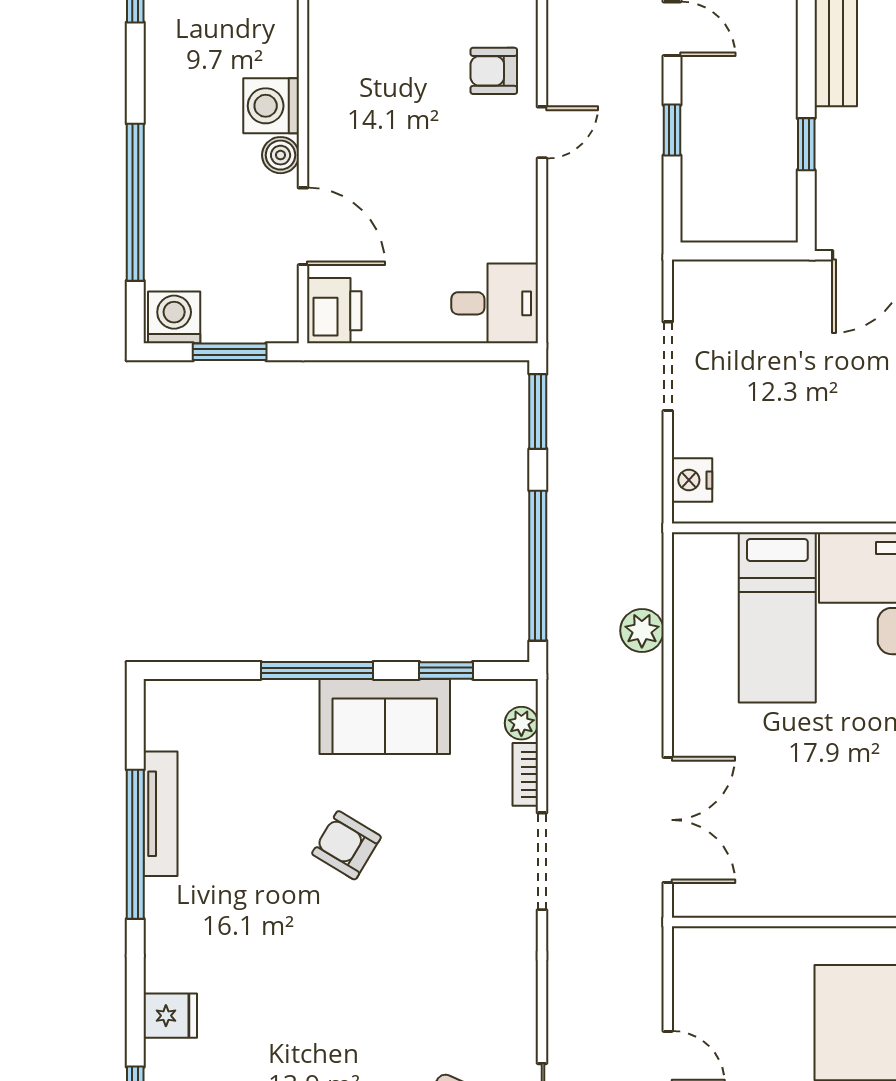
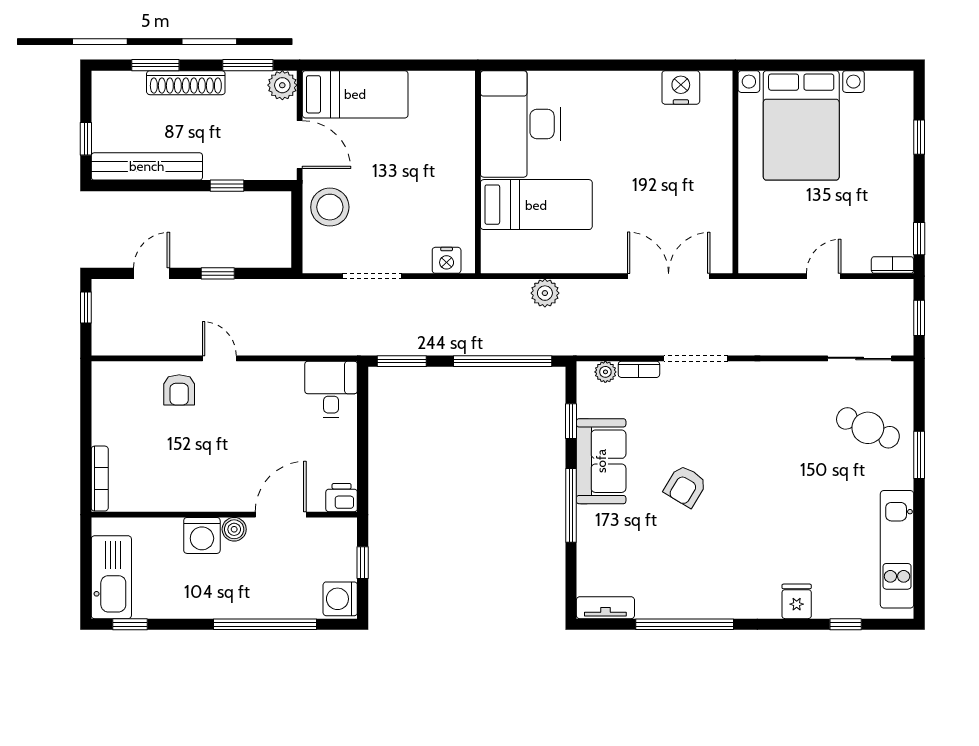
stool: (774, 301) -> (330, 207), added
printer: (334, 311) -> (342, 498), width x0.73, depth x0.81
window: (230, 352) -> (363, 563), width x0.67
tv unit: (161, 814) -> (605, 608), moved, width x0.71

